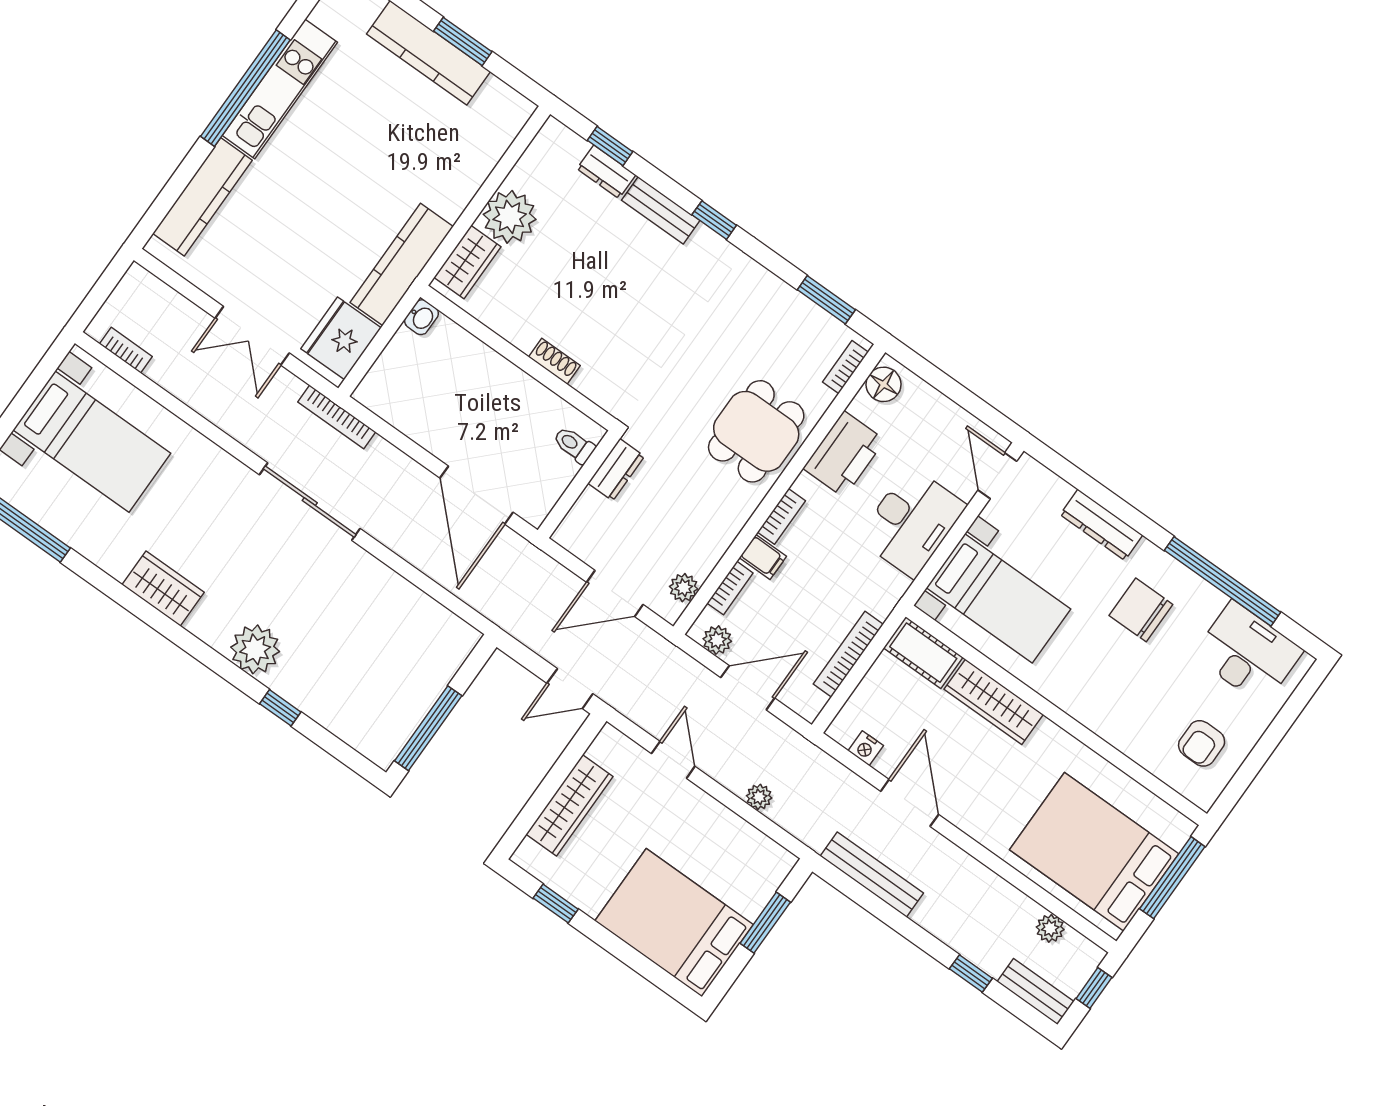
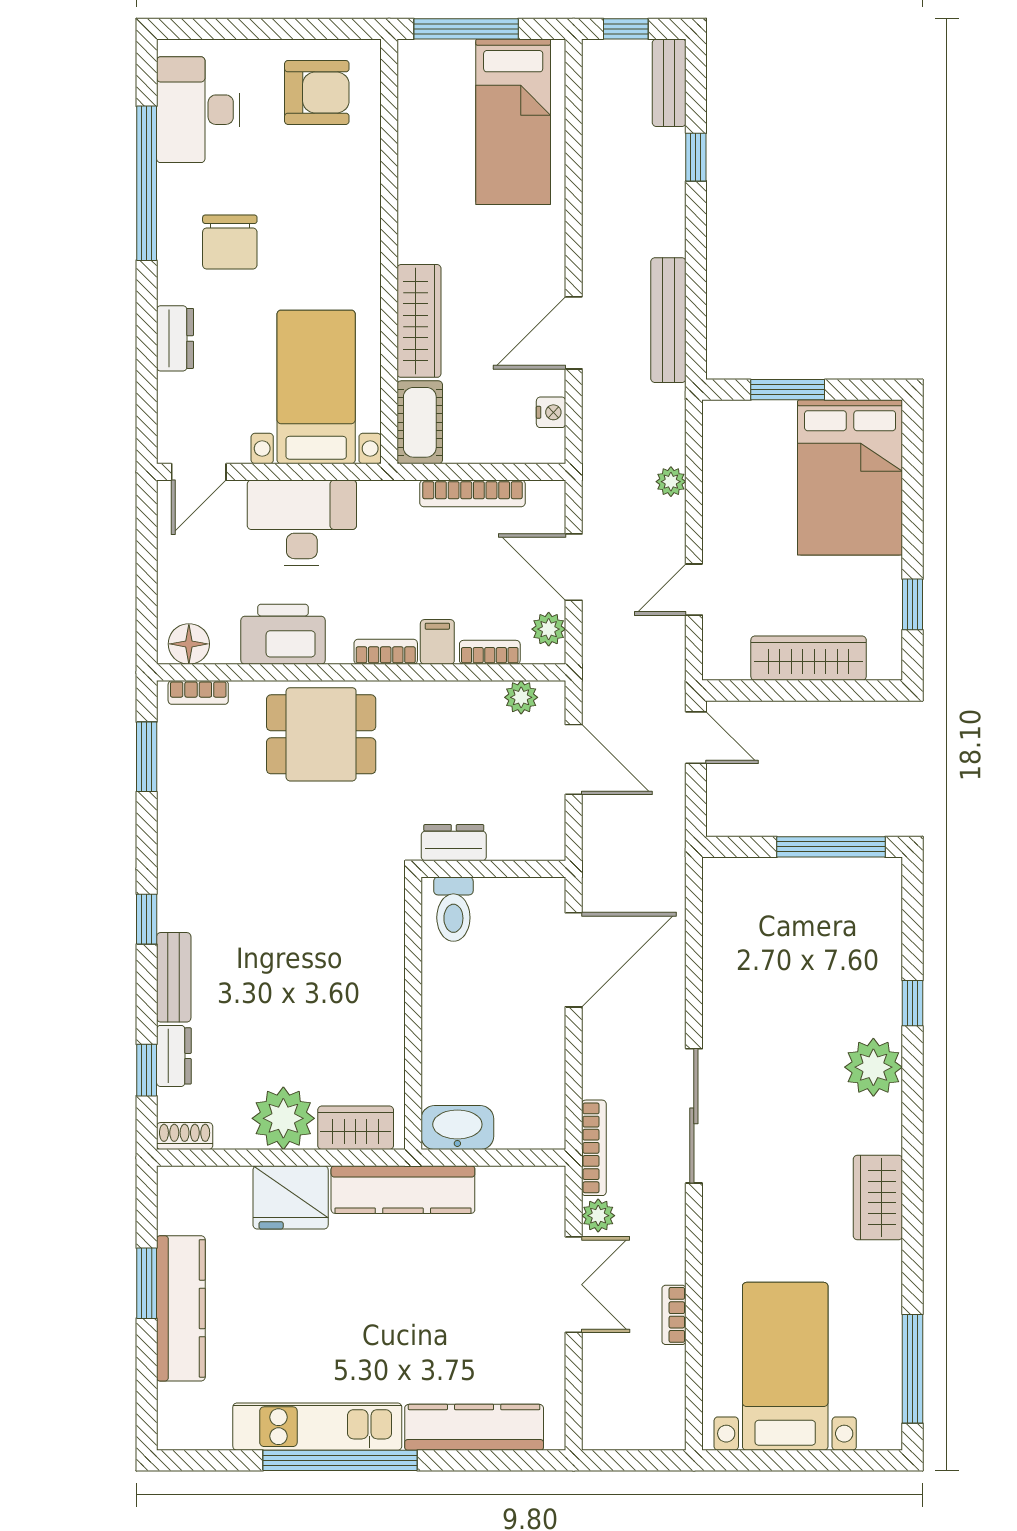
washbasin: (421, 317) -> (457, 1128), width x1.91, depth x1.45
fridge: (341, 338) -> (291, 1197), moved
bookcase: (126, 350) -> (674, 1315), moved
shoe rack: (554, 361) -> (185, 1136), moved, turned 90
toilet: (574, 445) -> (453, 909), width x1.37, depth x1.39
dresser: (1101, 525) -> (175, 338), width x0.70
armchair: (1202, 743) -> (317, 92), width x1.38, depth x1.38
bed: (1094, 852) -> (513, 122), width x0.67
plant: (1050, 928) -> (598, 1216), moved

